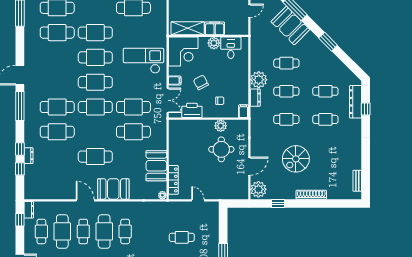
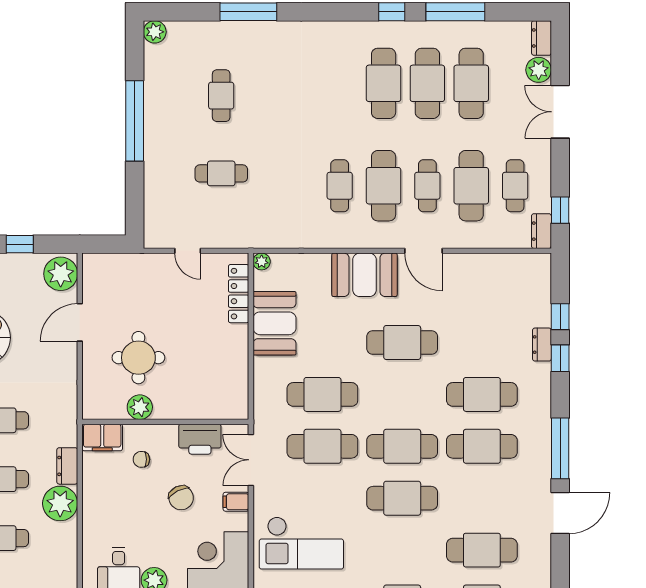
cafe table: (95, 57) -> (482, 550), moved
filing cabinet: (243, 111) -> (102, 437), width x2.00

